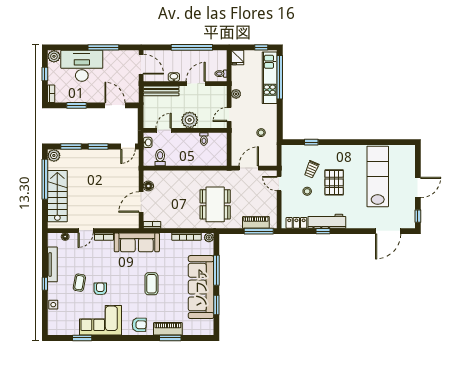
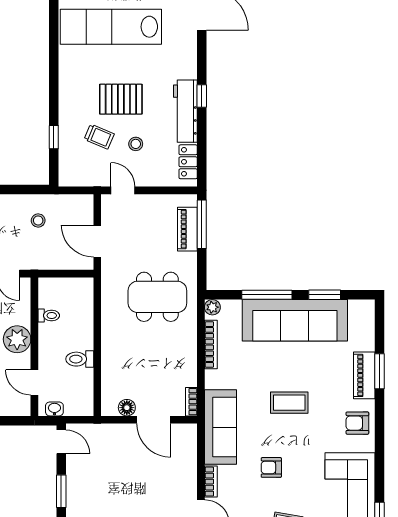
toilet: (160, 158) -> (80, 359), moved
door: (279, 184) -> (123, 190), swing flipped
window: (323, 231) -> (202, 96), moved
armchair: (100, 289) -> (271, 467), moved
armchair: (139, 325) -> (357, 423), turned -92

